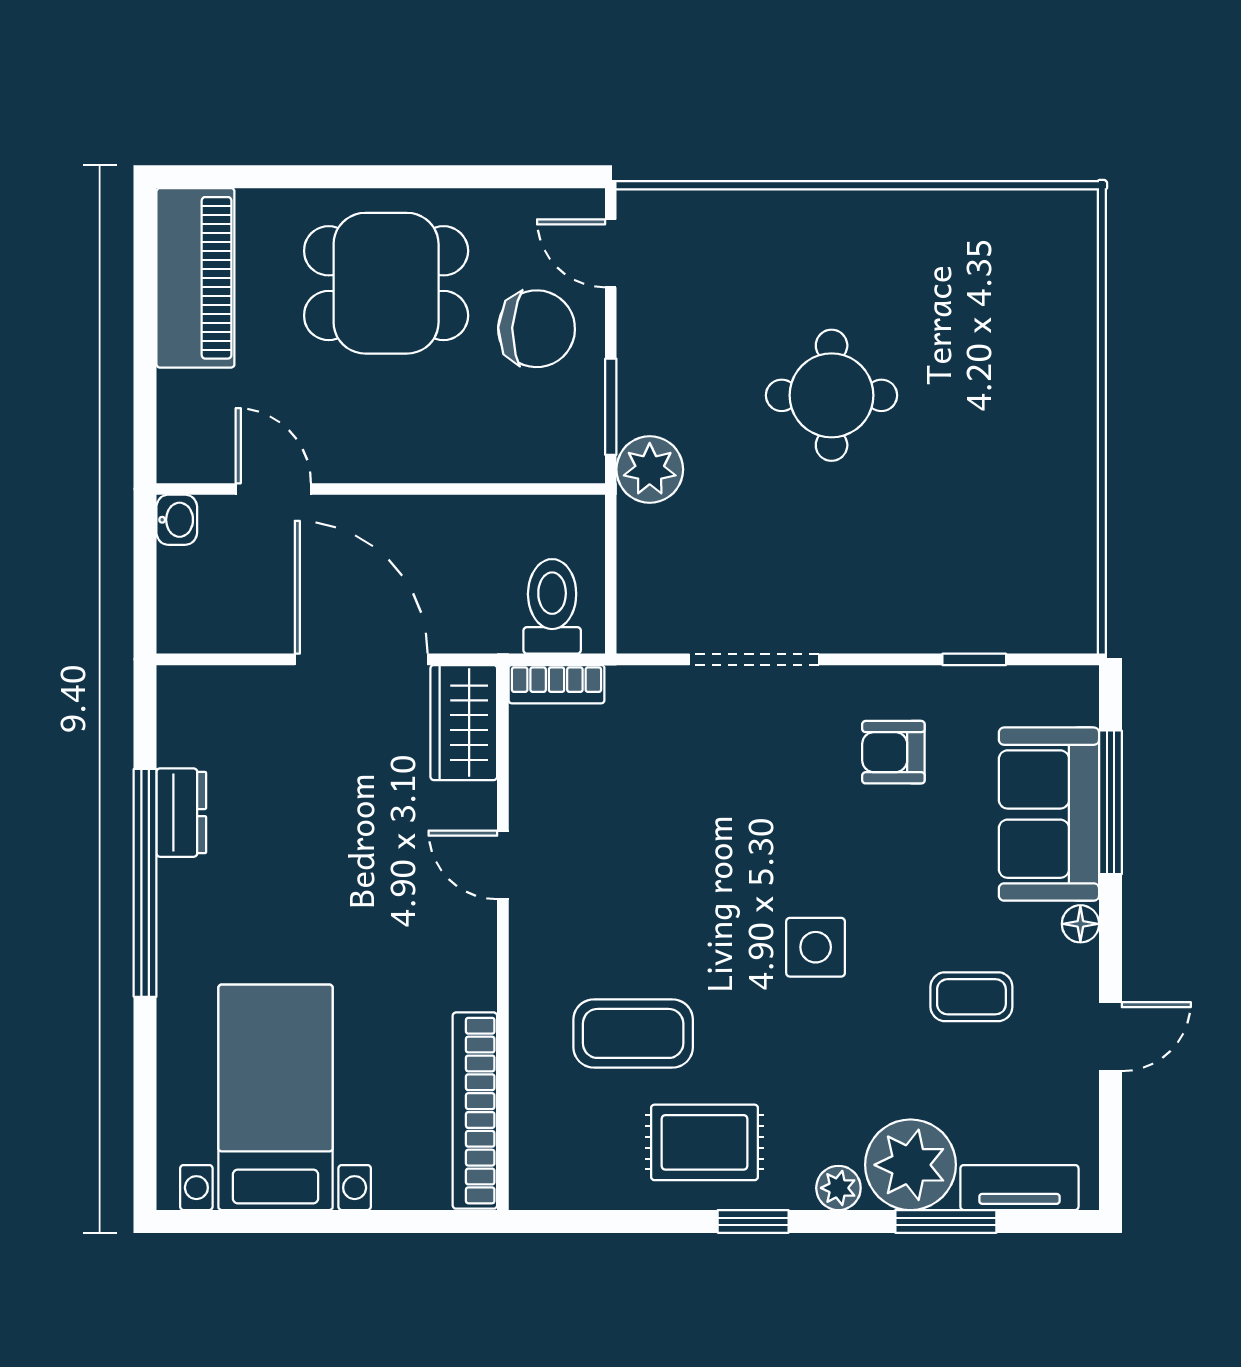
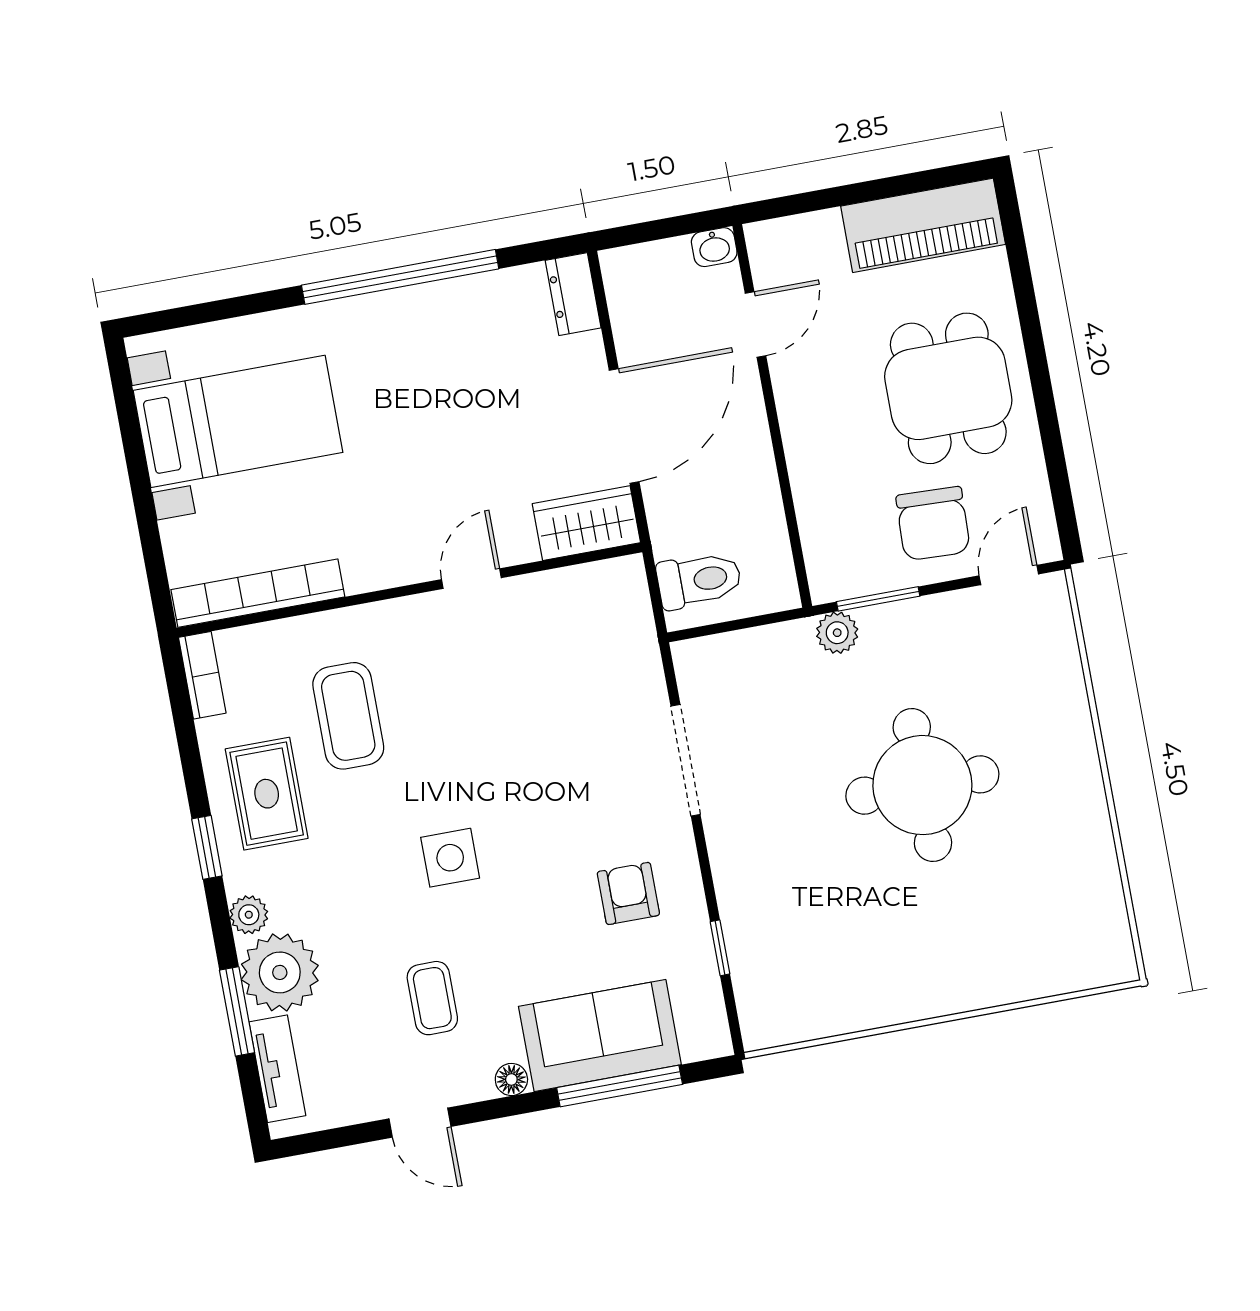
round table: (832, 395) -> (922, 785), width x1.36, depth x1.36
plant: (650, 469) -> (837, 633), width x0.73, depth x0.73
bookcase: (556, 684) -> (202, 675), moved, turned 180
dresser: (181, 813) -> (573, 294), moved, turned 90

